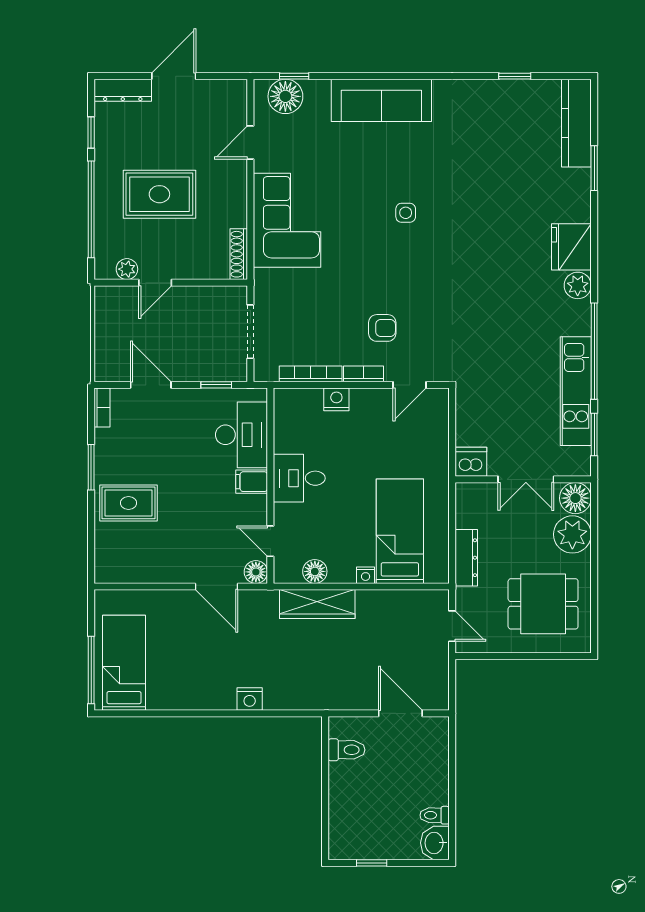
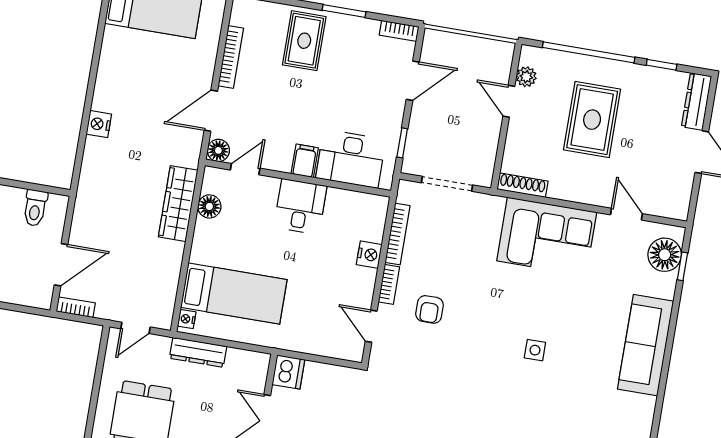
bookcase: (158, 575) -> (231, 57), added
nightstand: (366, 575) -> (187, 319), moved
bookcase: (441, 691) -> (76, 307), added

